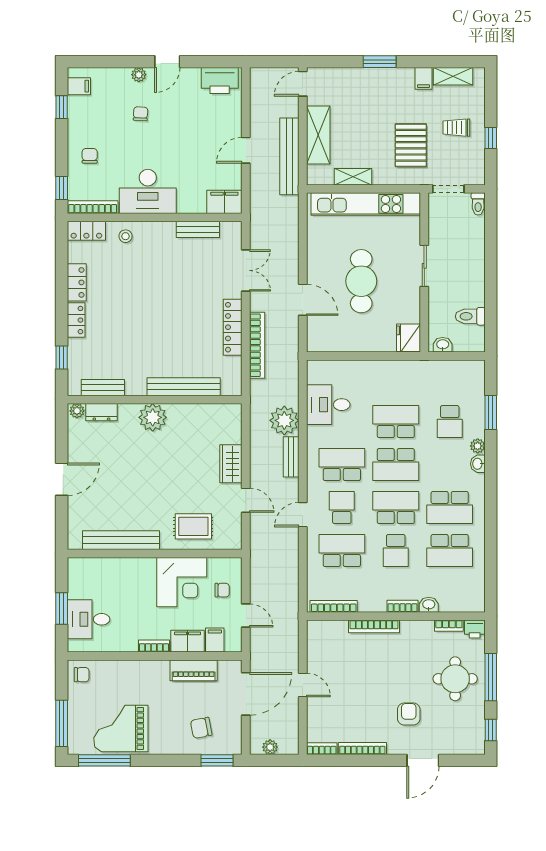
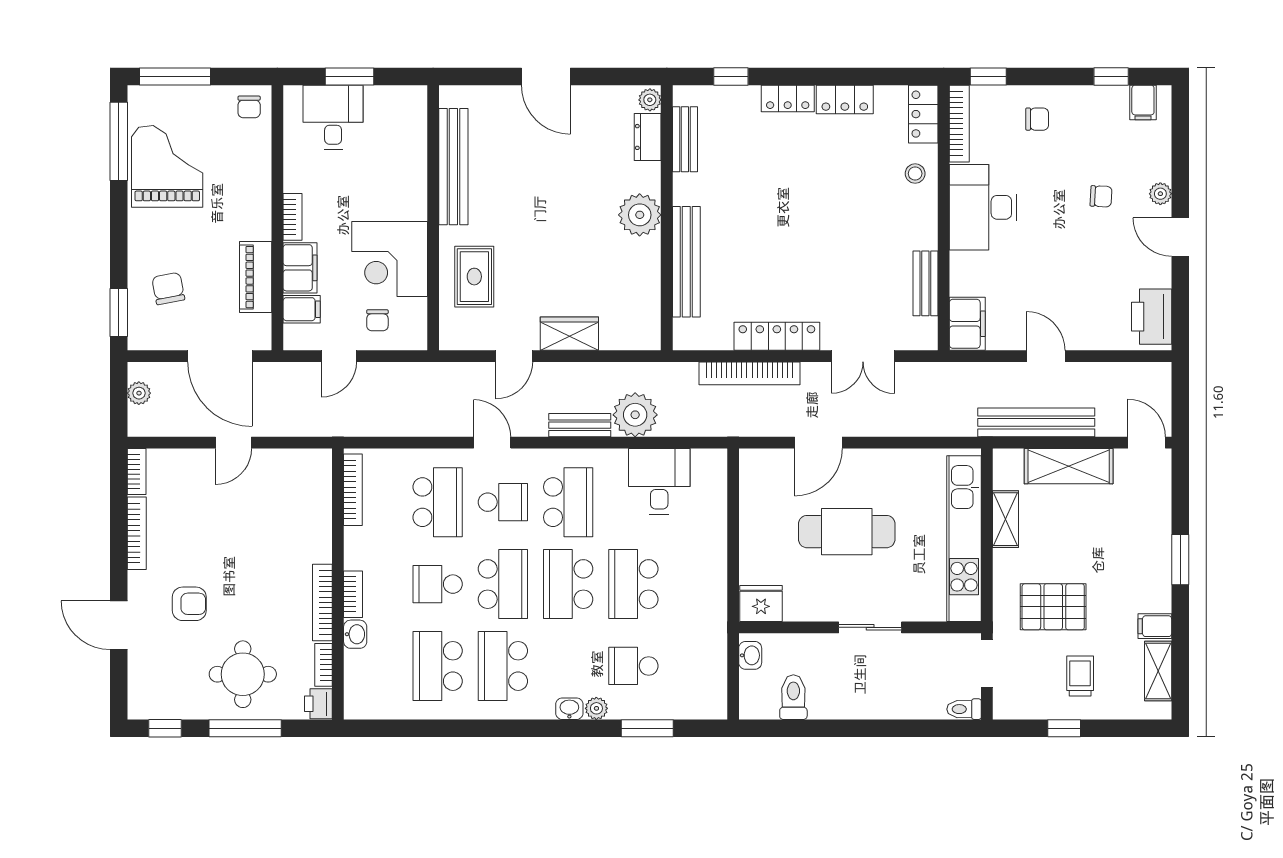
school desk: (396, 422) -> (633, 584), turned 180
bookcase: (374, 626) -> (322, 603), moved

